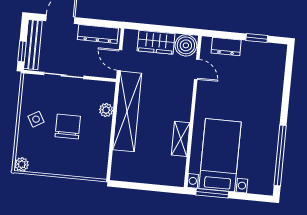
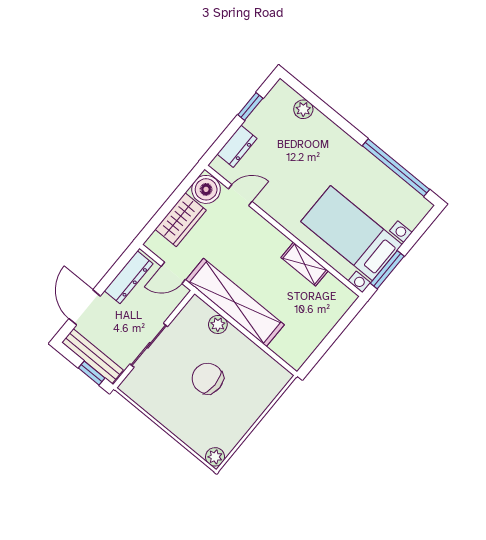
plant: (277, 72) -> (303, 109), added
side table: (36, 119) -> (176, 408), removed

